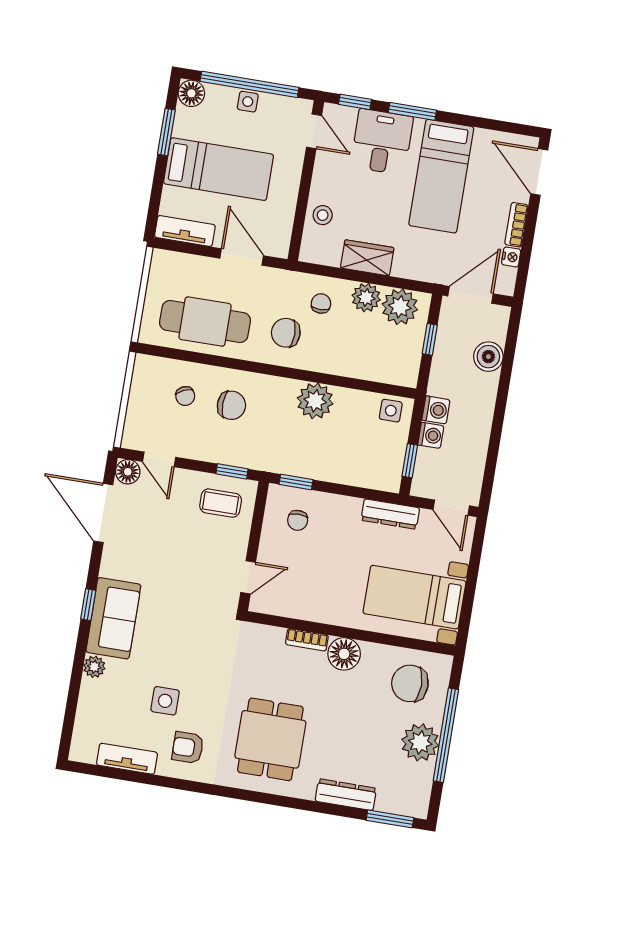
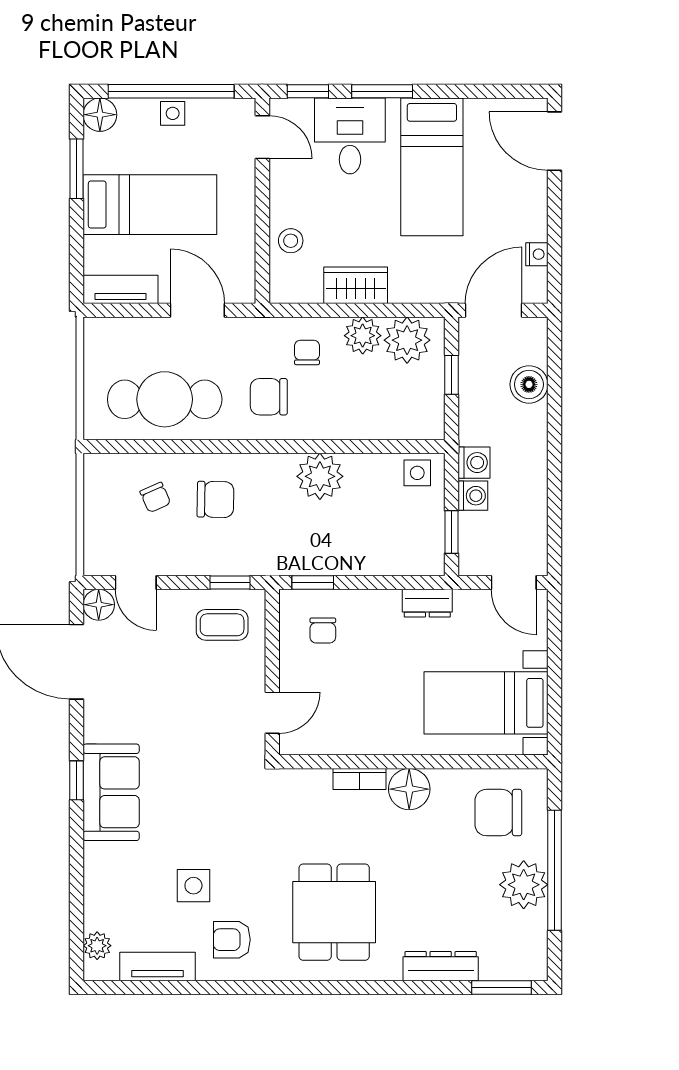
bookcase: (516, 225) -> (537, 212), removed
dresser: (390, 514) -> (427, 603), width x0.70
plant: (94, 667) -> (97, 946), moved

